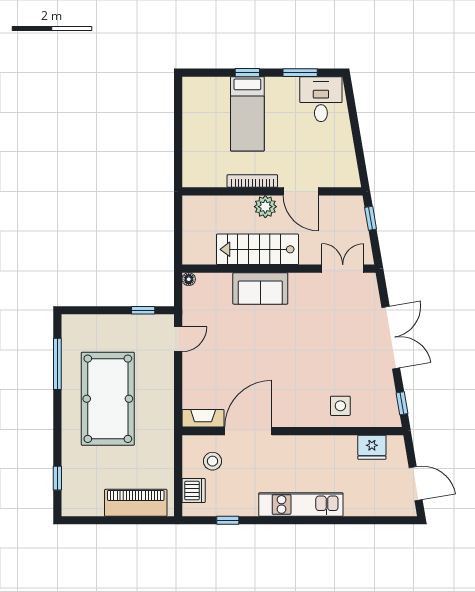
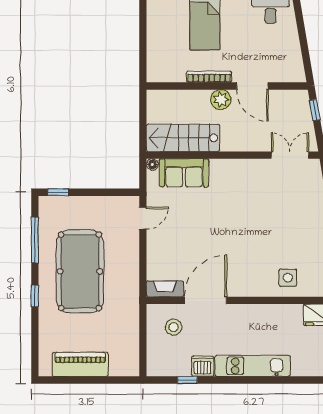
stairs: (257, 249) -> (183, 138), moved
sofa: (260, 288) -> (184, 173), moved
window: (143, 310) -> (58, 192), moved
window: (57, 478) -> (35, 296), moved
dishwasher: (194, 491) -> (203, 366), moved, turned -90
piano: (136, 503) -> (80, 364), moved

